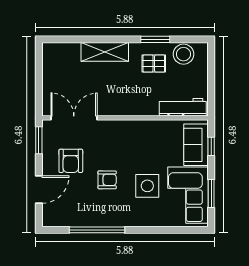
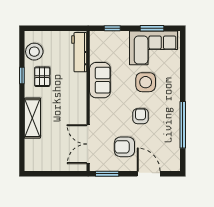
window: (155, 39) -> (22, 75), width x0.67
sofa: (196, 145) -> (100, 80), moved, turned -90
armchair: (71, 161) -> (124, 147), turned 180

